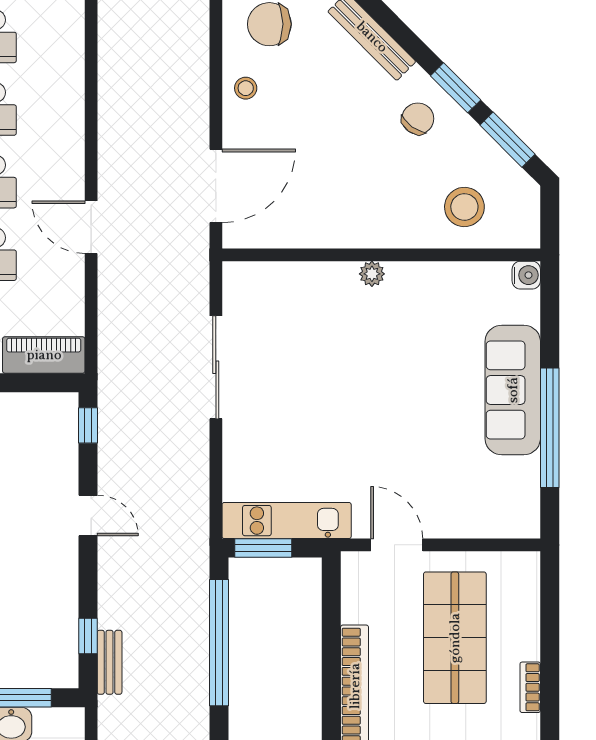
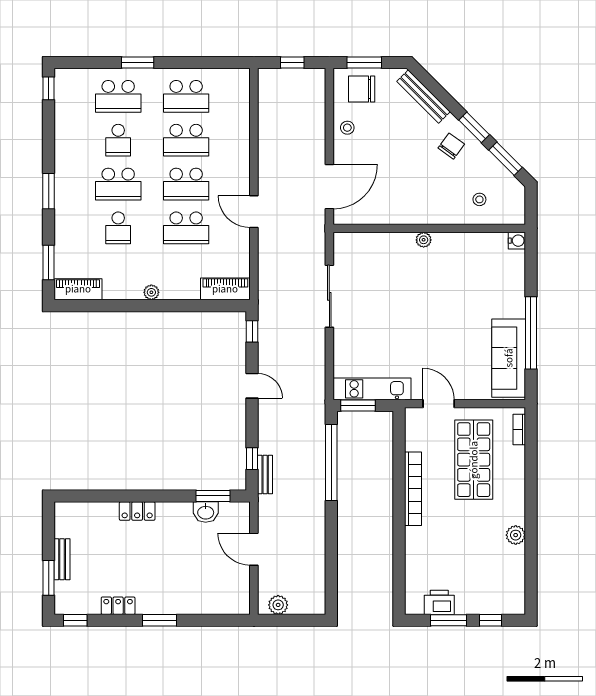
stool: (464, 207) -> (479, 199), width x0.53, depth x0.53
sofa: (513, 390) -> (509, 358), moved
bookcase: (530, 687) -> (519, 429), moved

